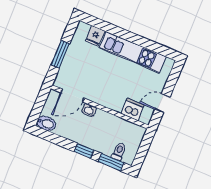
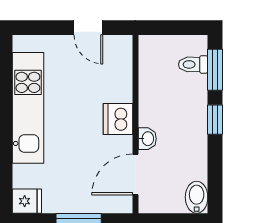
fridge: (95, 36) -> (27, 201), moved
door: (72, 95) -> (135, 174), swing flipped
dishwasher: (133, 109) -> (118, 119), moved

